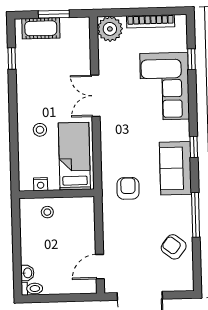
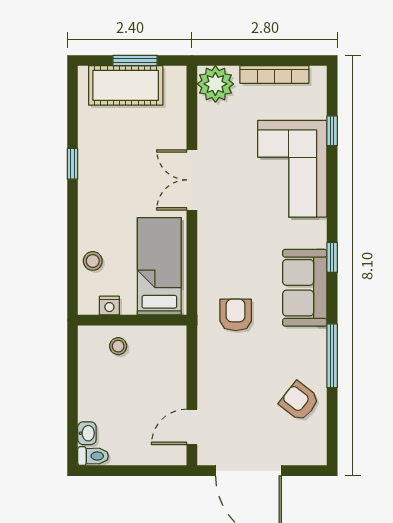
cot: (41, 28) -> (126, 85), width x1.37, depth x1.34
window: (12, 59) -> (73, 164), moved
stool: (40, 130) -> (93, 261), moved

